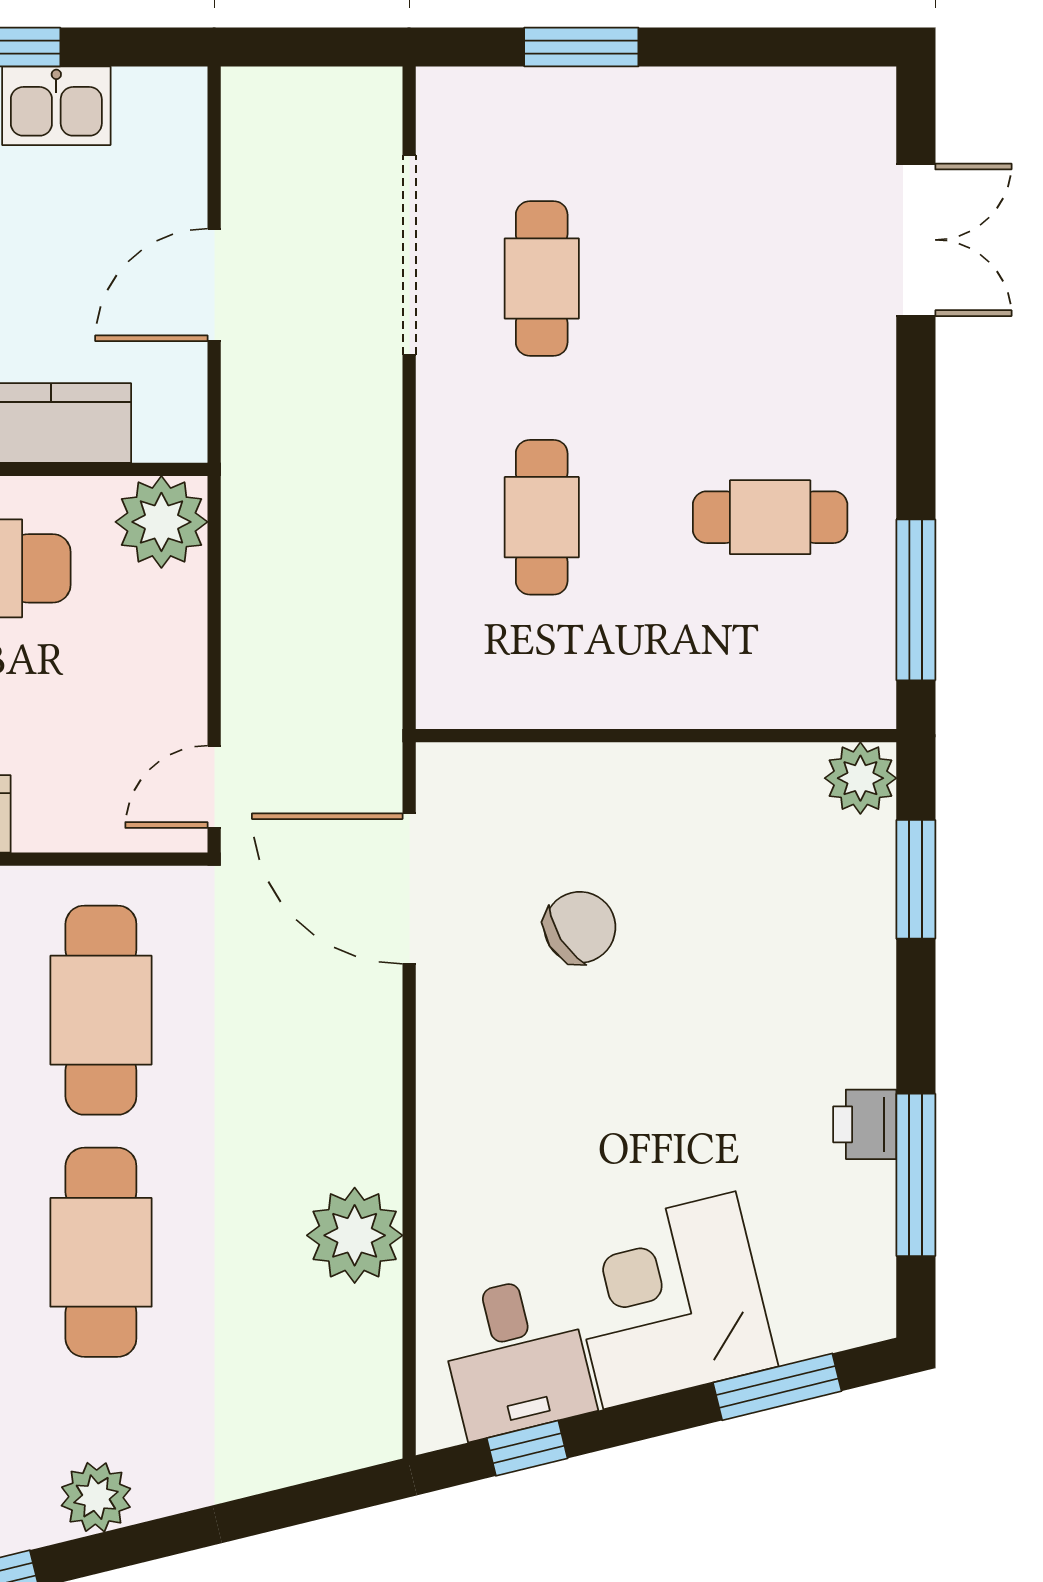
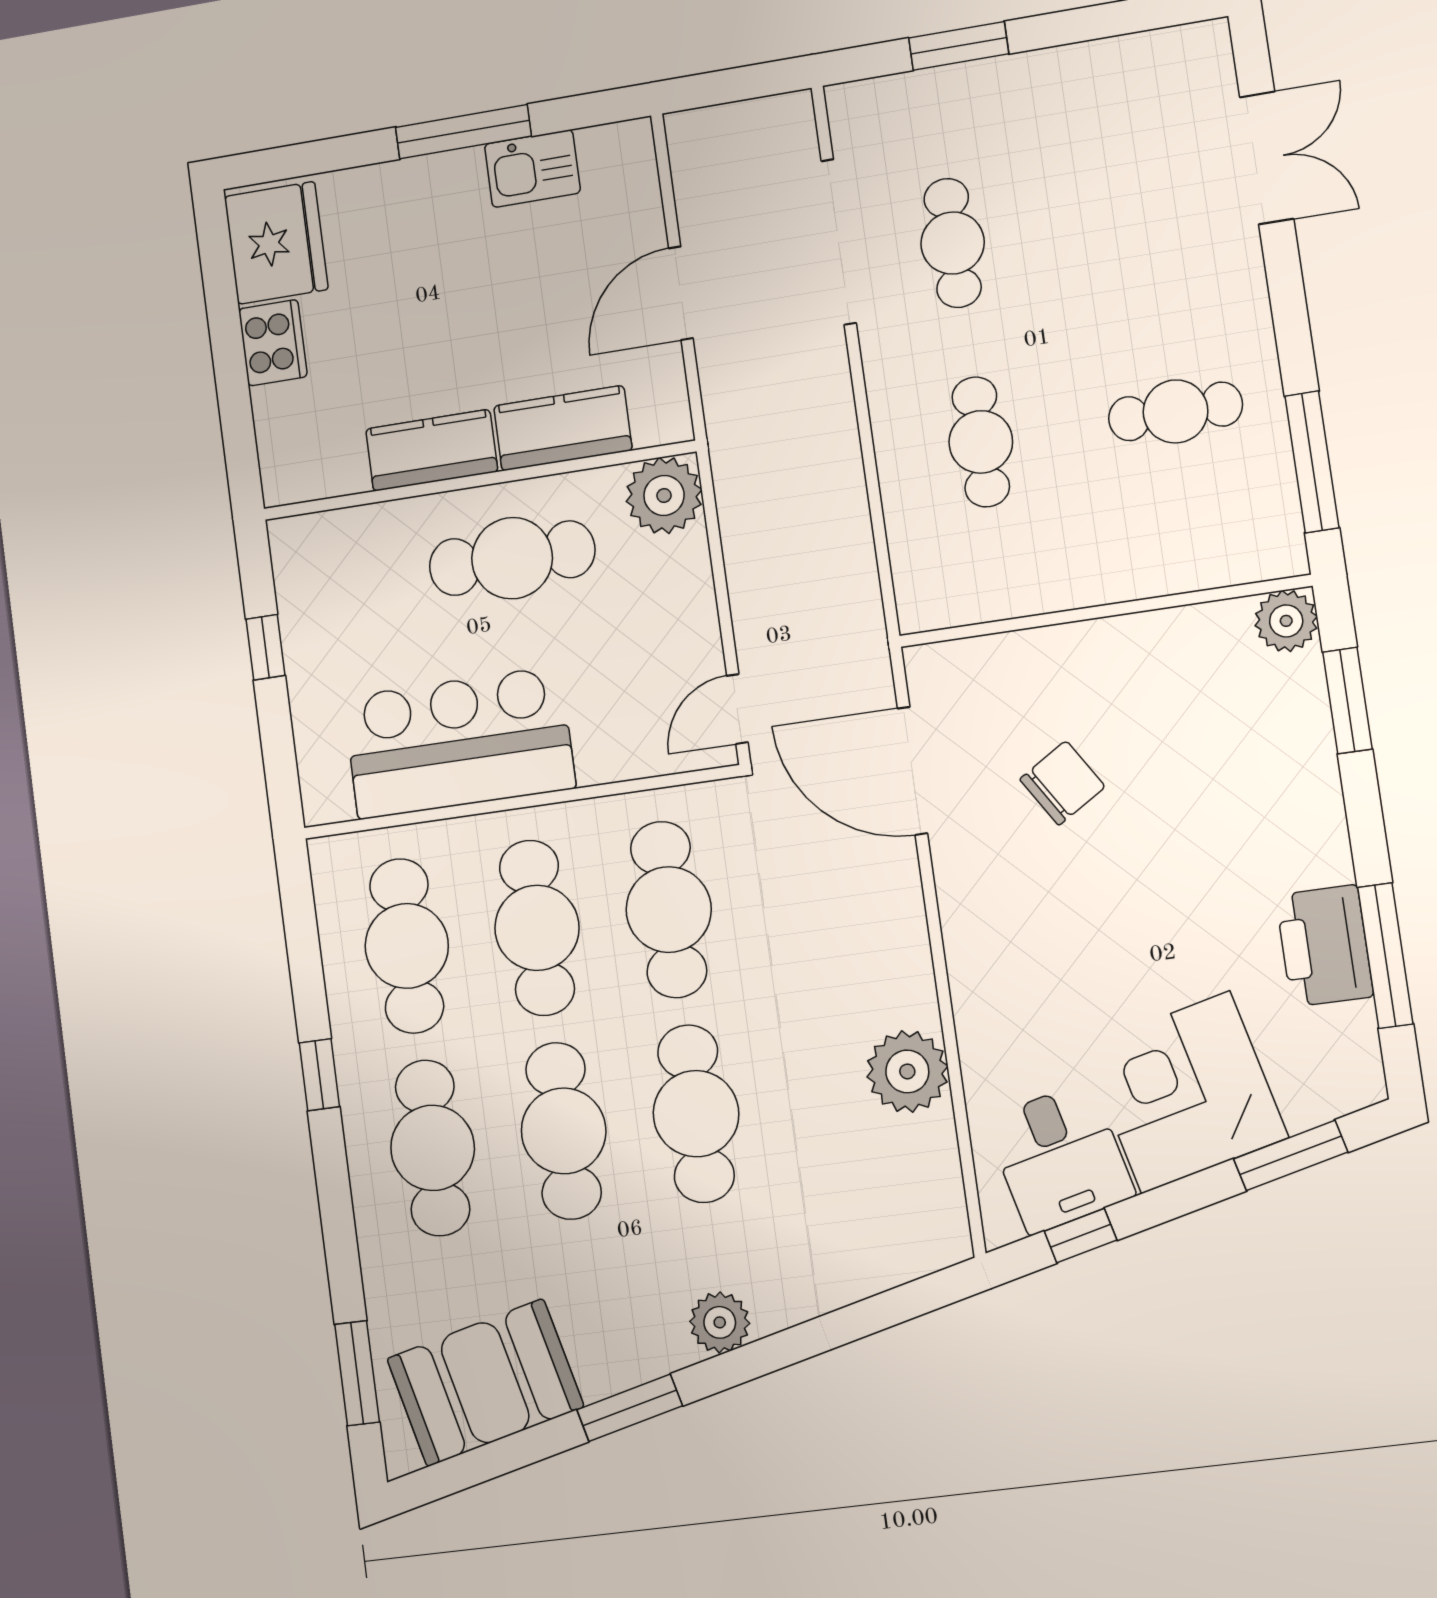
printer: (865, 1124) -> (1324, 946), width x1.87, depth x1.48

